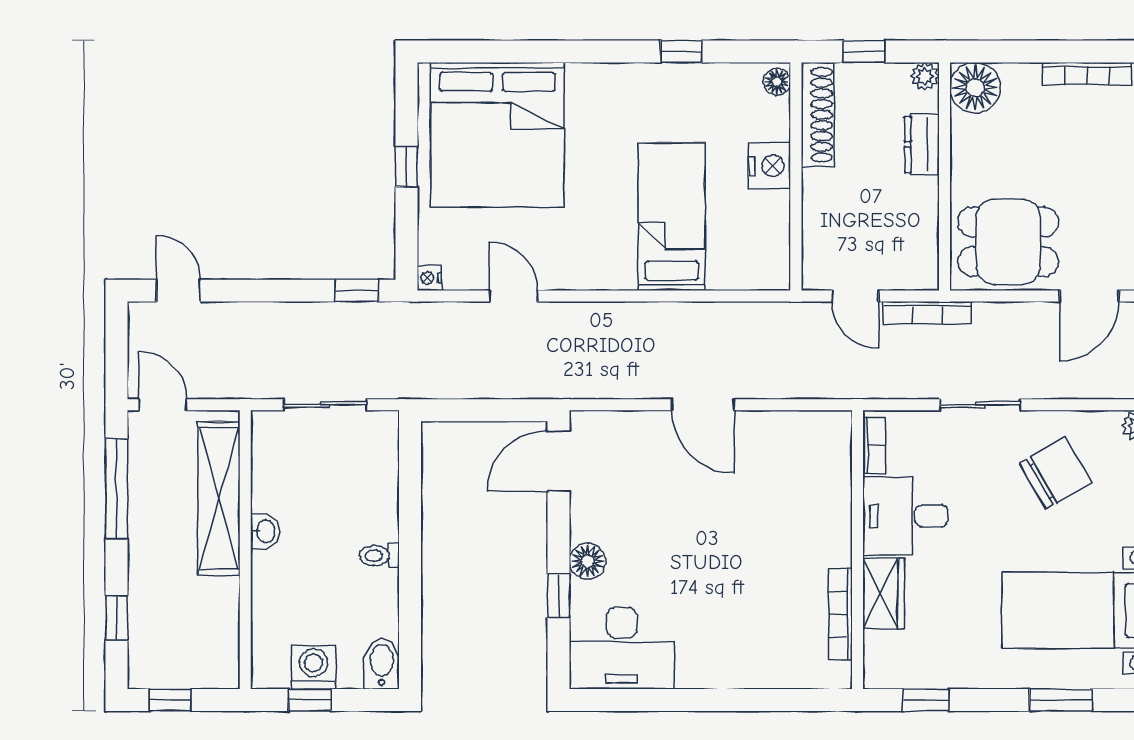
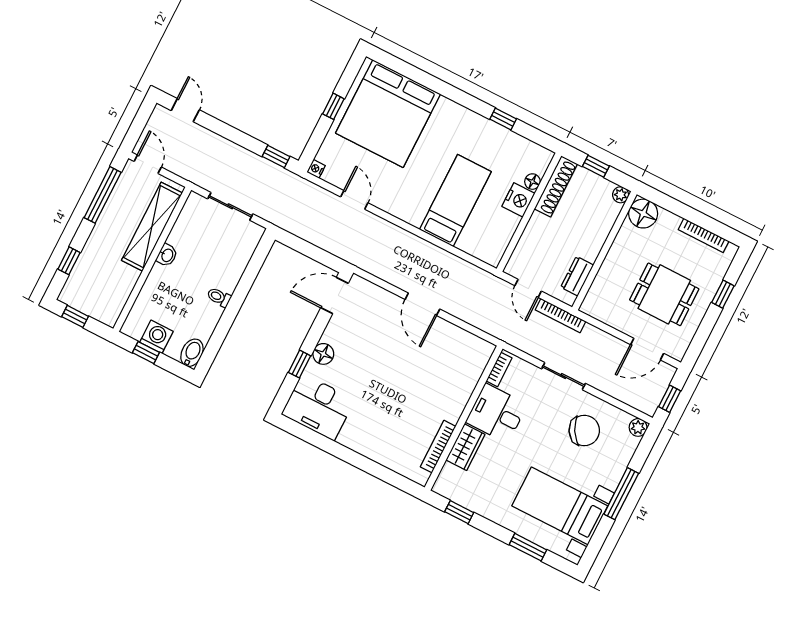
floor lamp: (777, 82) -> (532, 182), moved
dresser: (922, 144) -> (577, 276), moved
dining table: (1008, 242) -> (664, 294), moved

